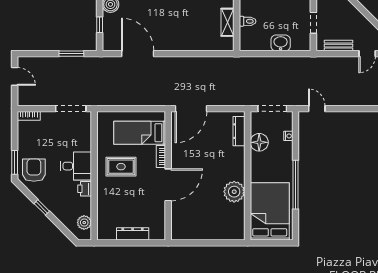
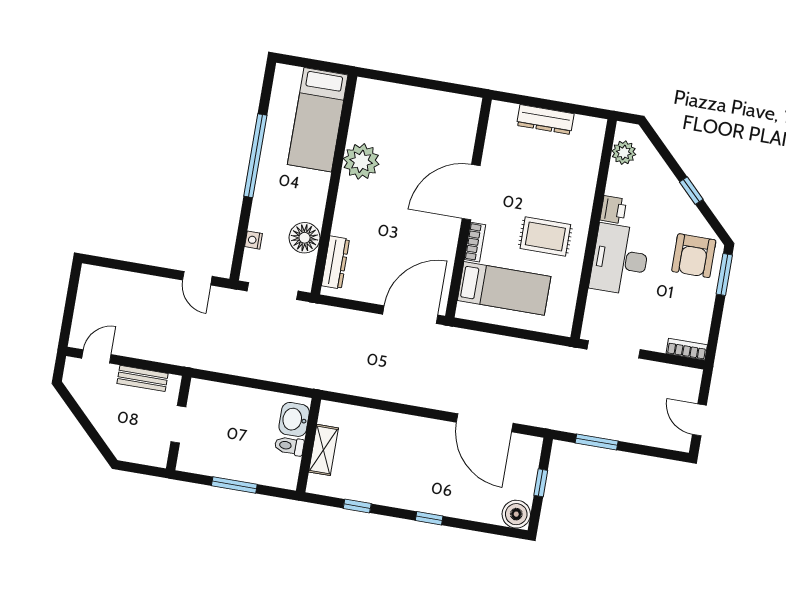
washbasin: (281, 43) -> (294, 419), moved, turned 90
desk: (76, 166) -> (620, 259), width x1.37
bed: (270, 211) -> (318, 120), width x0.67

